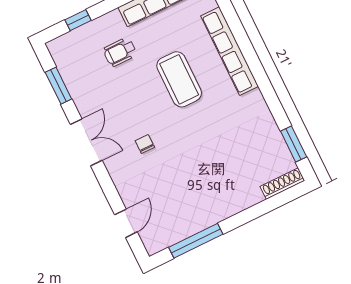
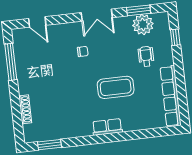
row of seats: (230, 51) -> (107, 127), width x0.50
plant: (76, 72) -> (143, 24), added
shoe rack: (282, 184) -> (25, 109), moved

